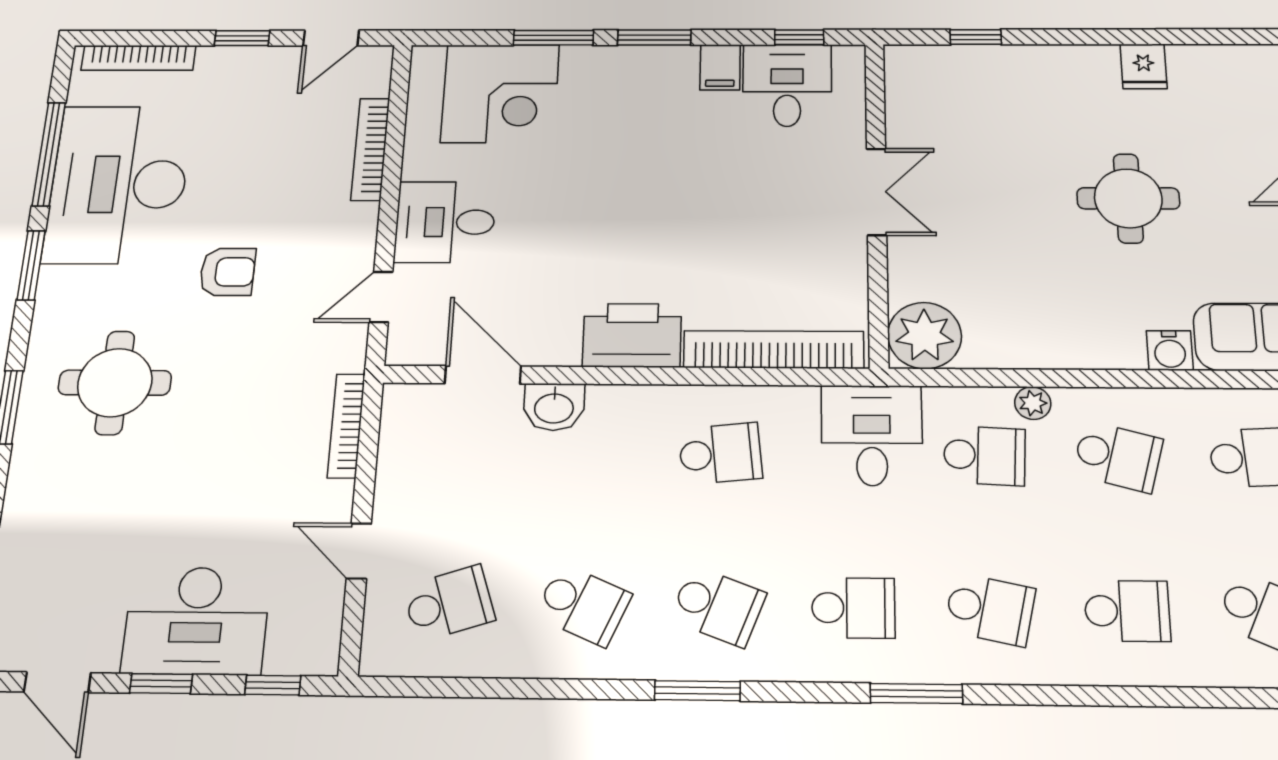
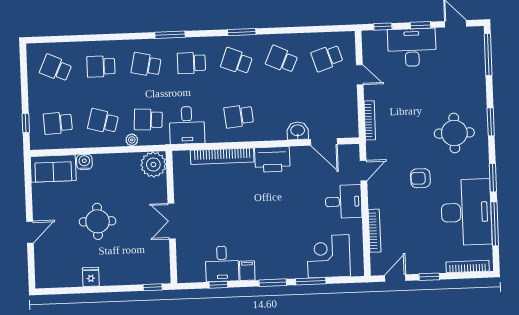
double door: (877, 192) -> (172, 221), moved
wall: (877, 201) -> (171, 217), moved
plant: (925, 336) -> (153, 165), moved

